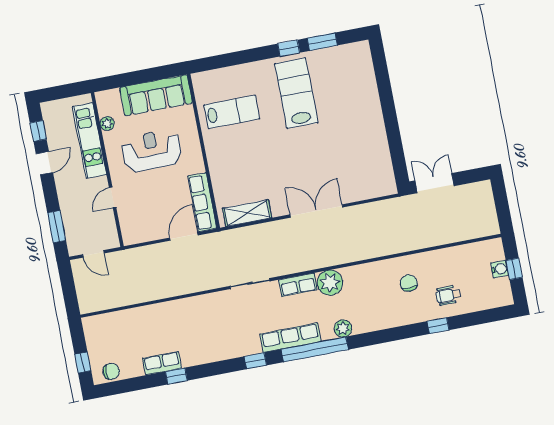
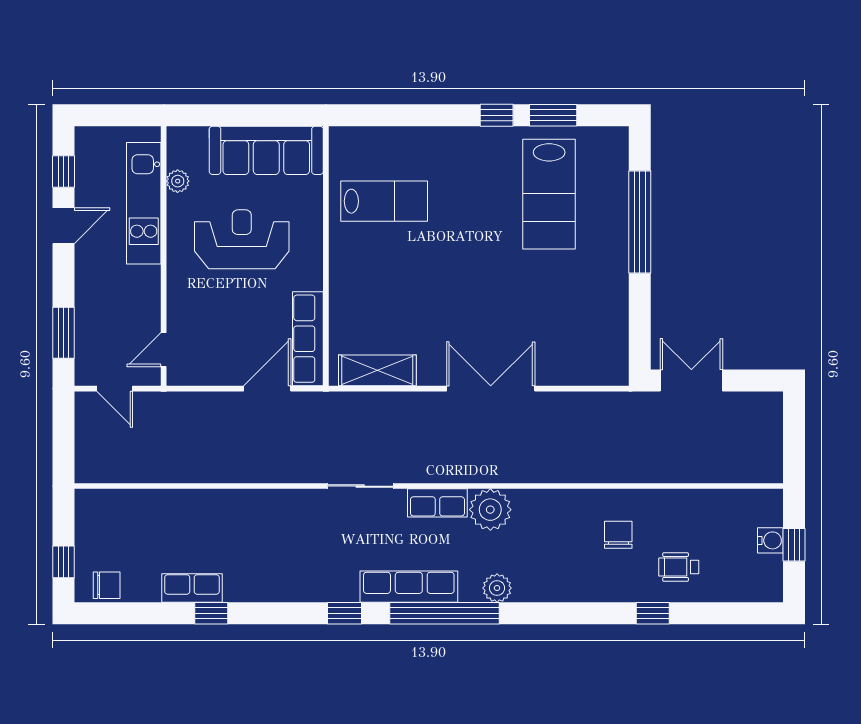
lab bench: (296, 93) -> (549, 194), moved, turned 180
window: (386, 95) -> (640, 222), added
door: (113, 198) -> (164, 350), moved

